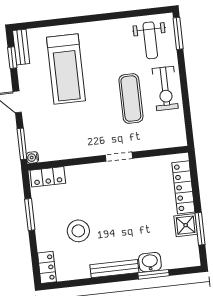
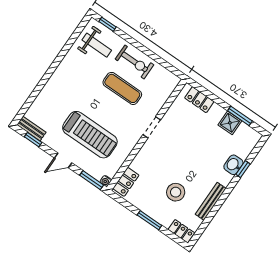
window: (178, 33) -> (107, 24), width x0.67
treadmill: (66, 69) -> (90, 135), moved
locker: (183, 187) -> (199, 100), width x0.66
window: (30, 215) -> (149, 220), moved
bench: (114, 269) -> (211, 201), moved
window: (154, 274) -> (243, 169), width x0.67

